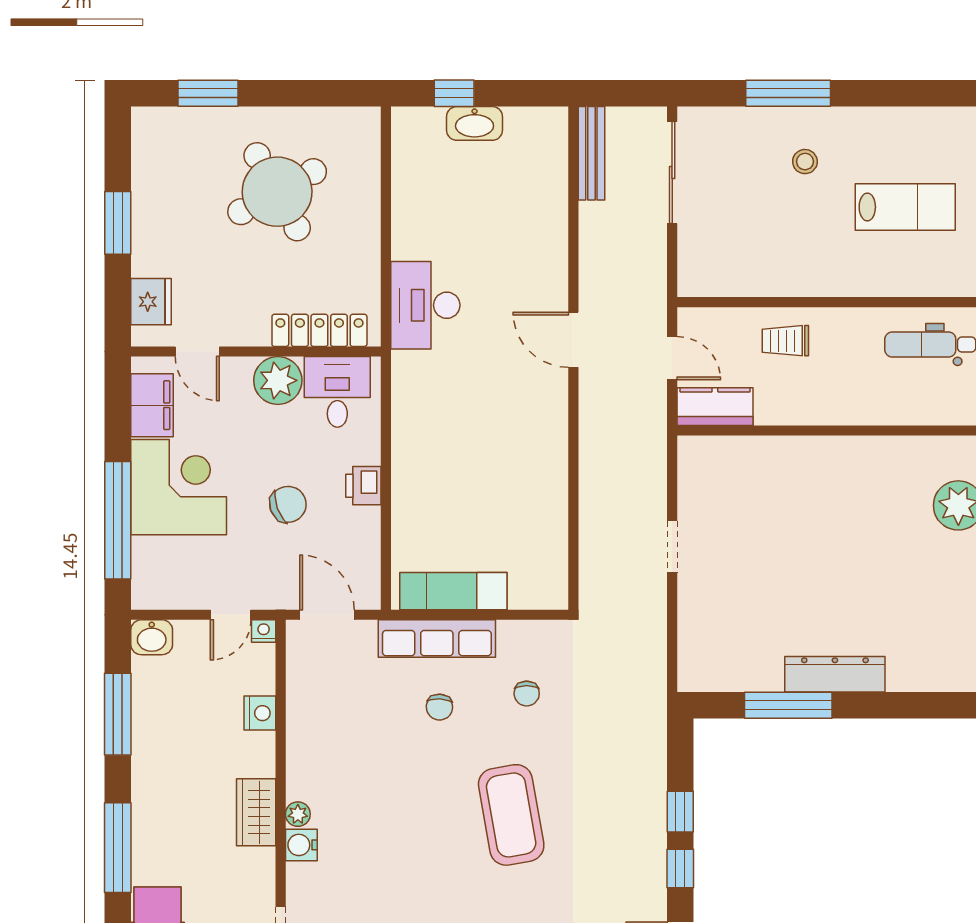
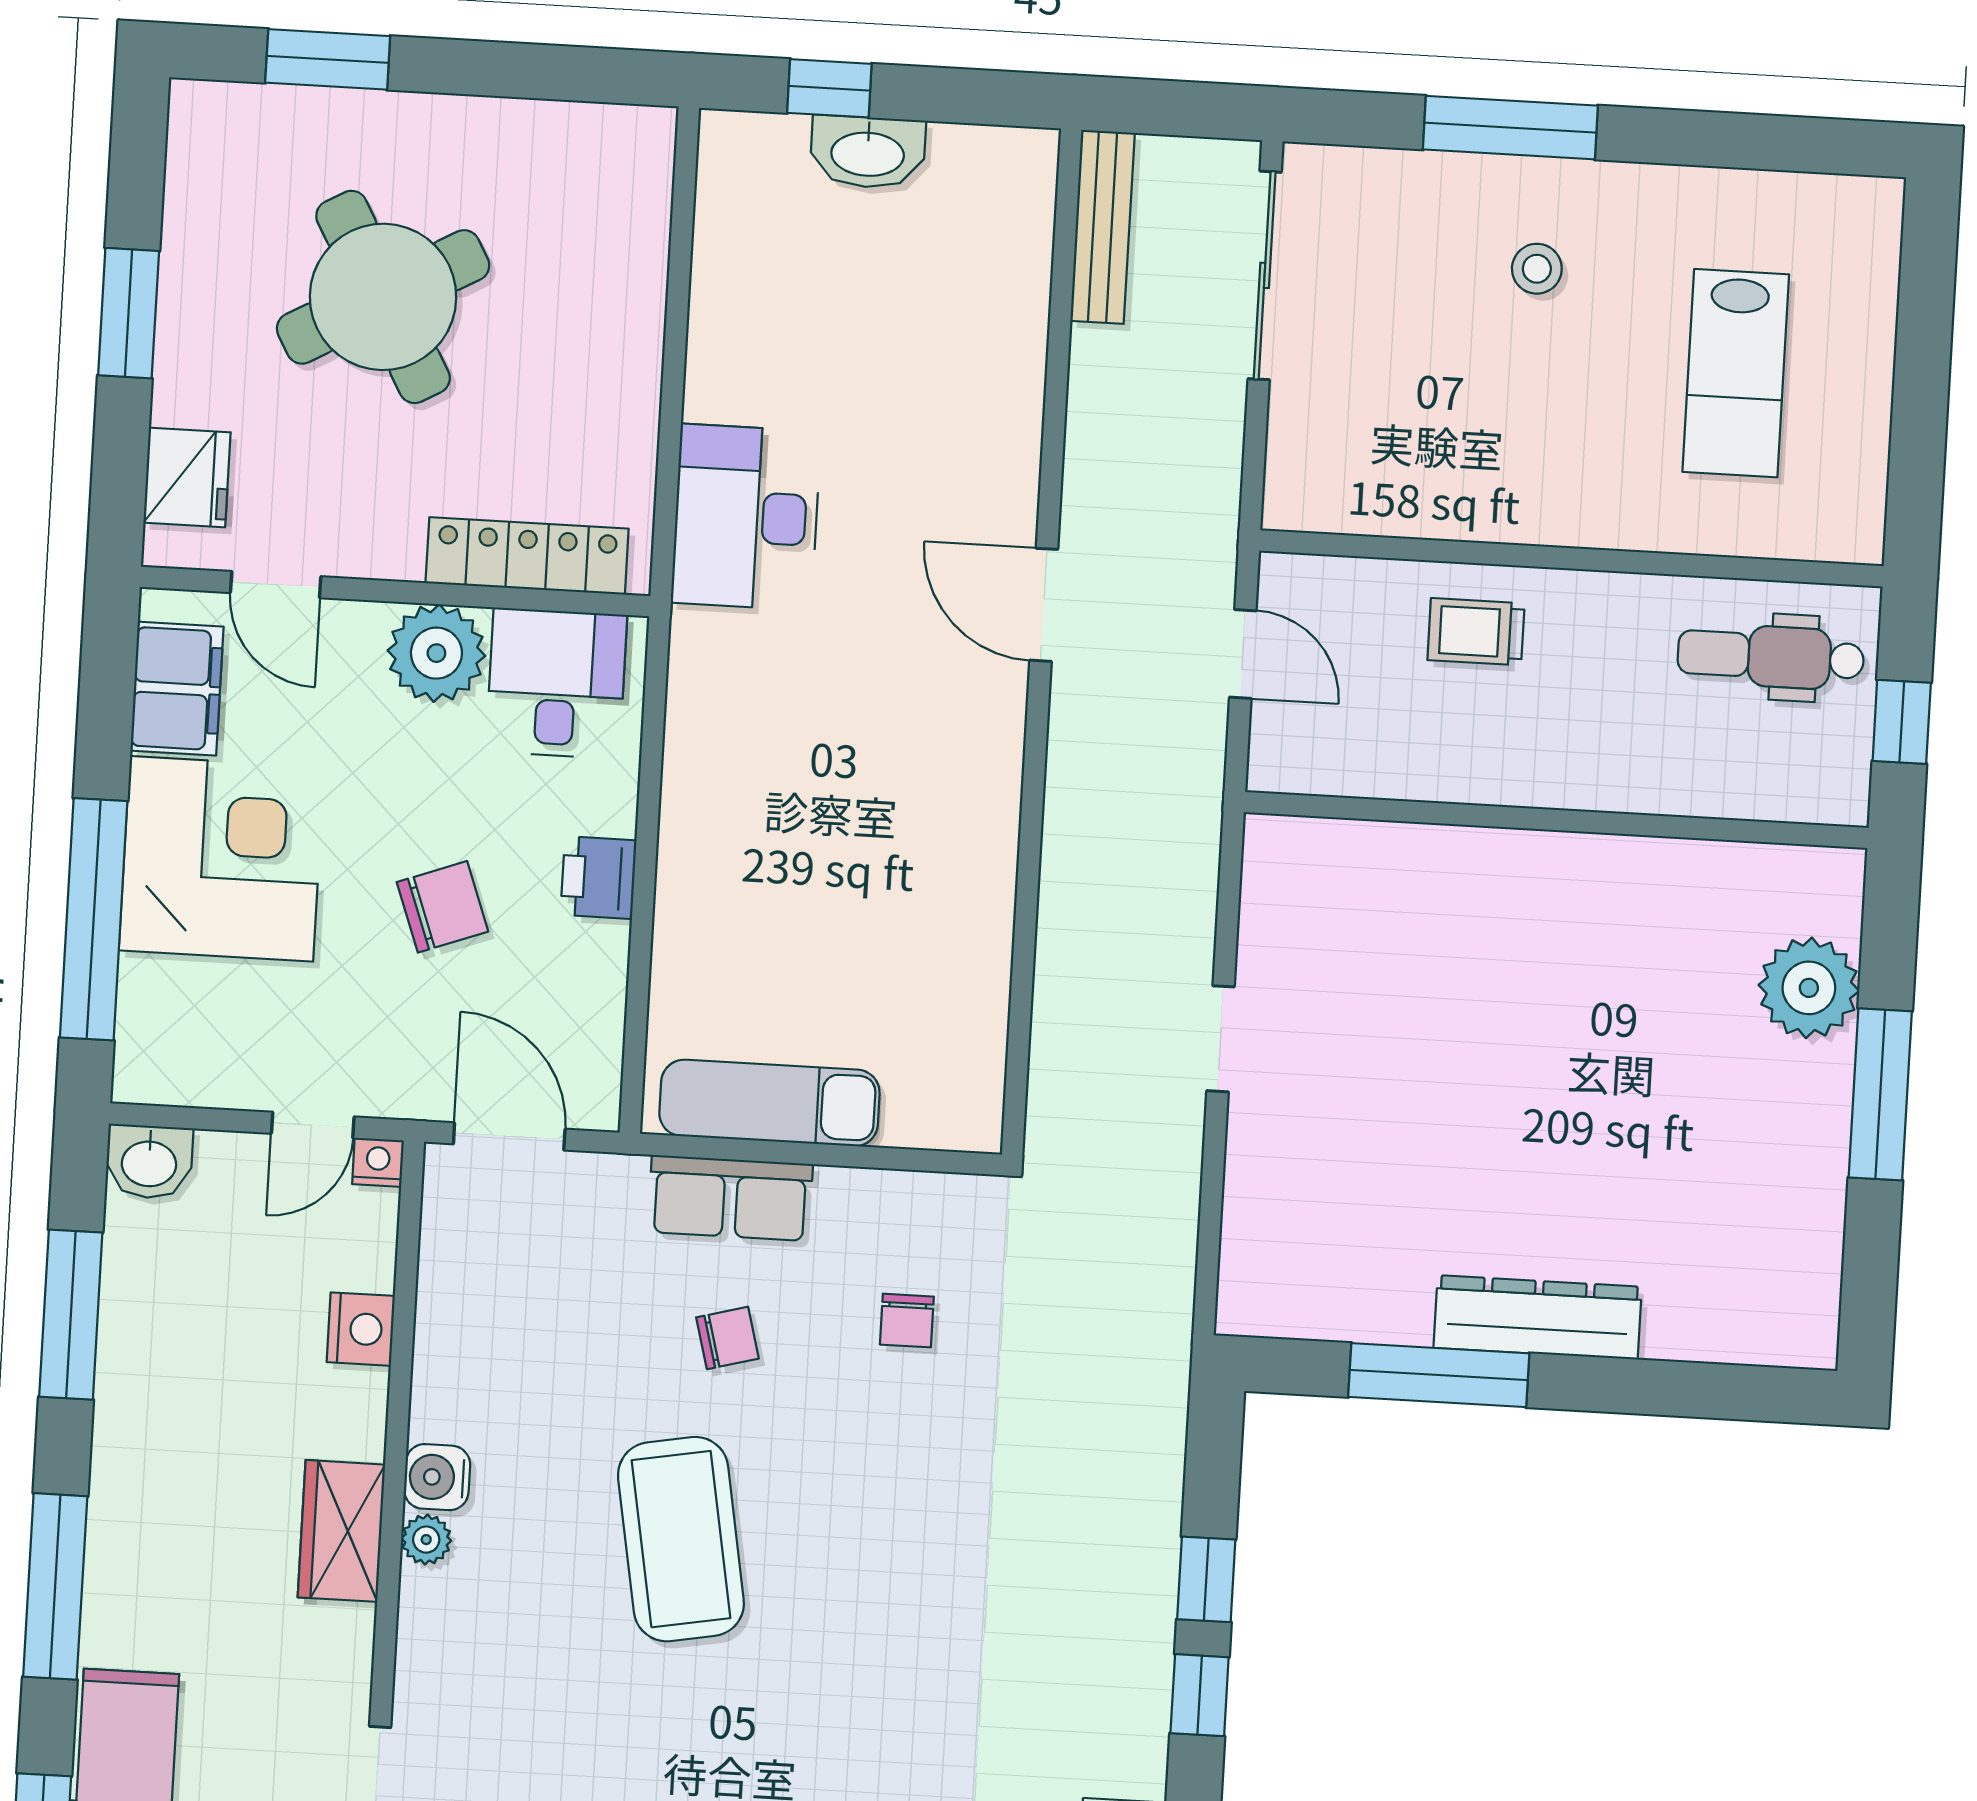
round table: (277, 192) -> (383, 297), moved
lab bench: (905, 207) -> (1736, 373), turned 90
kitchen counter: (715, 407) -> (1324, 758), removed
row of seats: (437, 639) -> (730, 1198), width x0.68
chair: (439, 707) -> (727, 1338), turned -108
coffee table: (511, 815) -> (681, 1539), moved
water cooler: (301, 845) -> (437, 1477), moved

